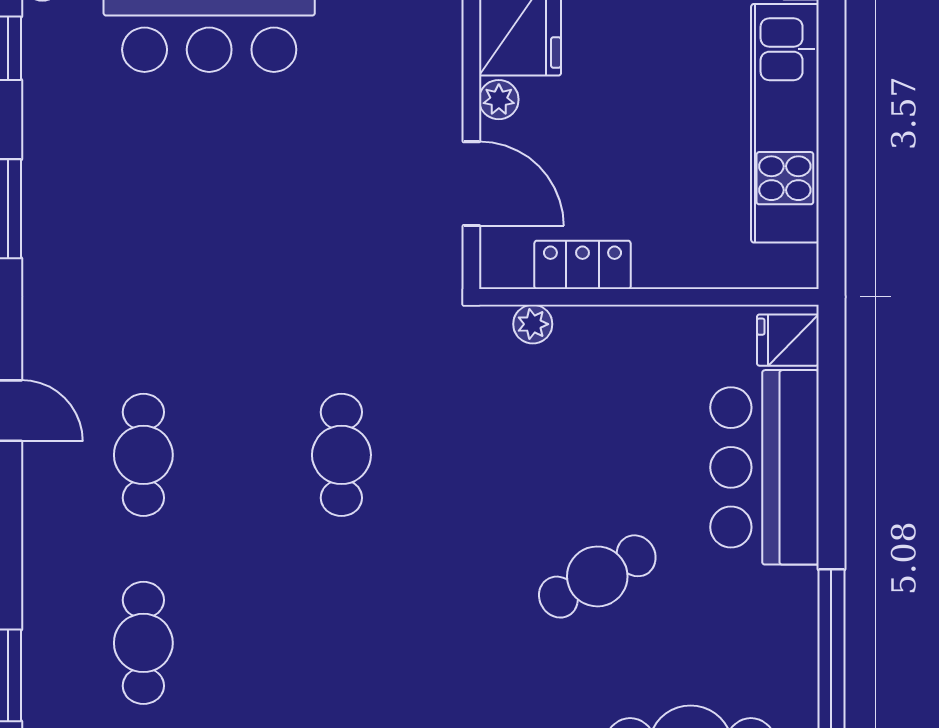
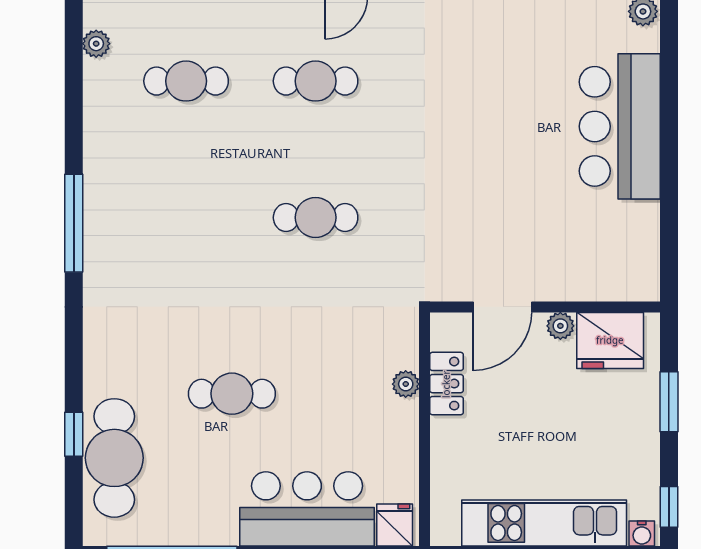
plant: (533, 324) -> (406, 384), moved
cafe table: (597, 576) -> (232, 394), turned -62

